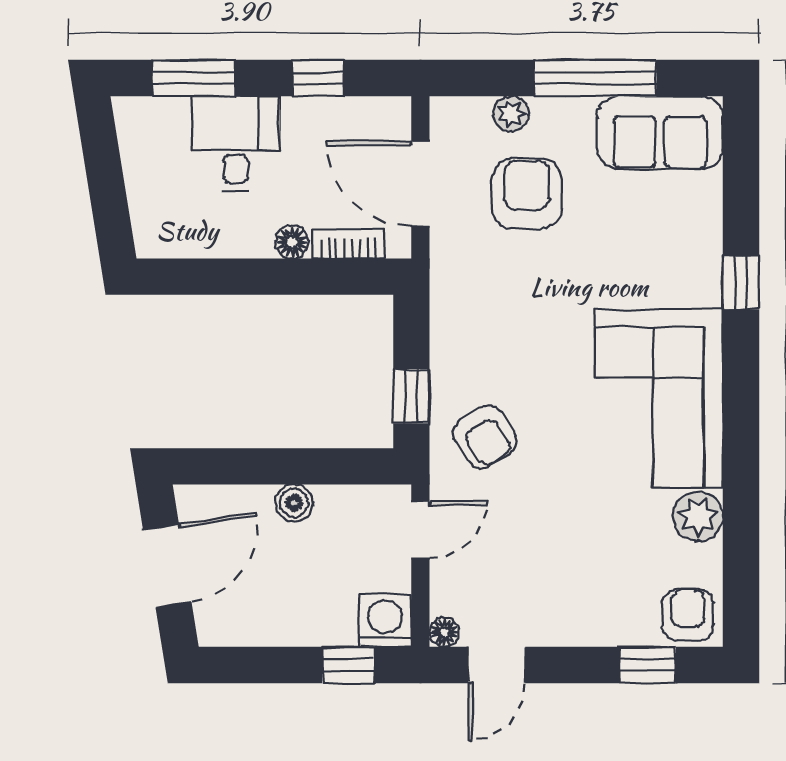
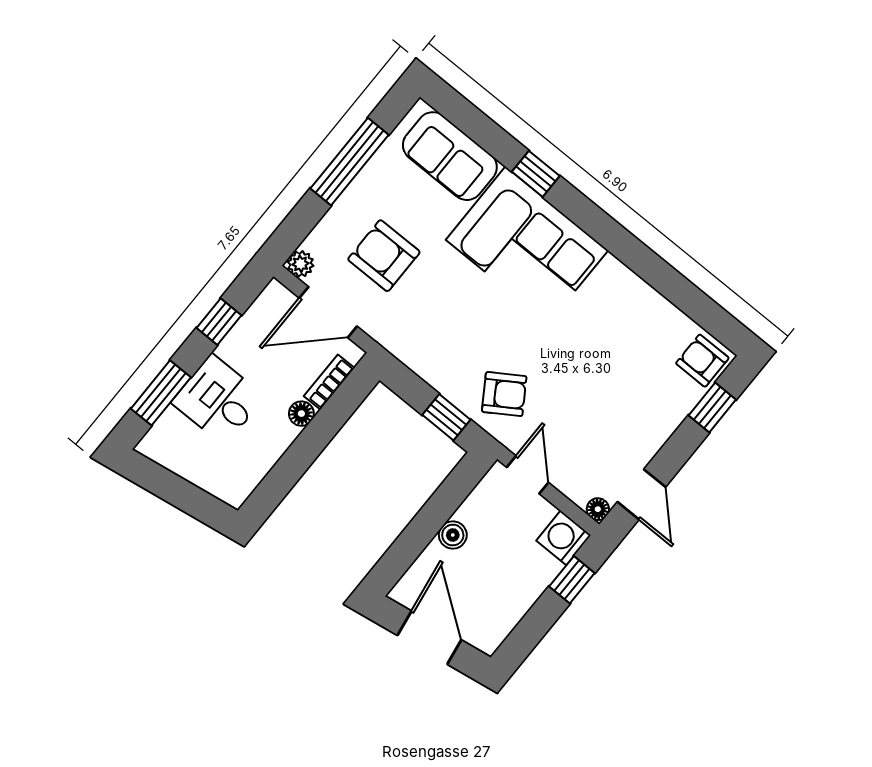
plant: (511, 114) -> (301, 264), moved
sofa: (660, 132) -> (450, 156), moved, turned 90
corner sofa: (659, 398) -> (527, 245), moved
plant: (698, 516) -> (650, 309), removed

